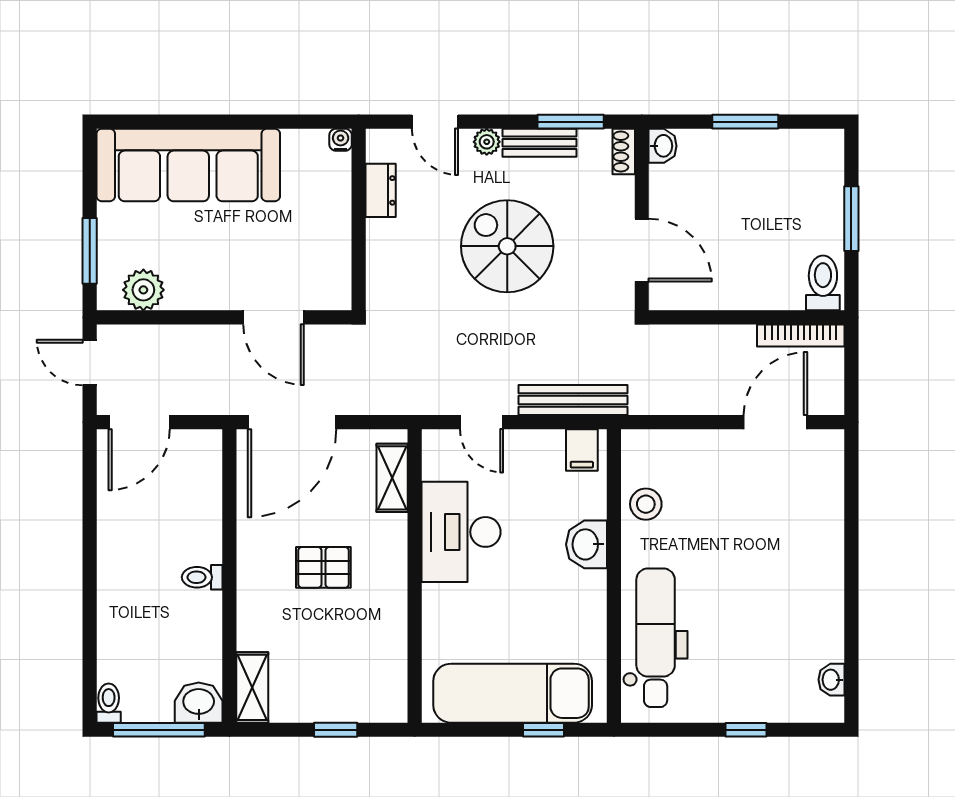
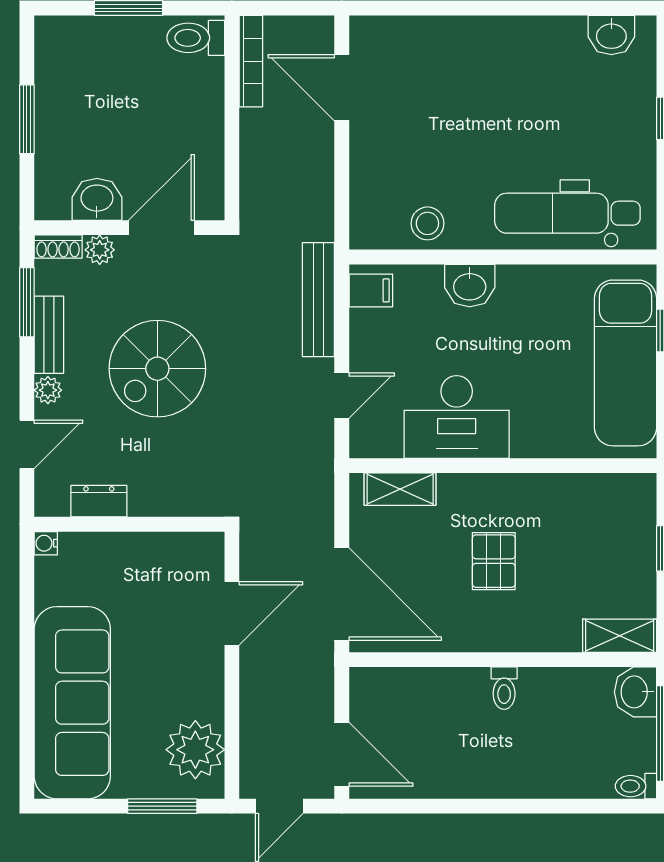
washbasin: (663, 146) -> (97, 199), moved, width x1.38, depth x1.45
plant: (621, 191) -> (100, 250), added
plant: (143, 290) -> (195, 750), width x1.36, depth x1.36
washbasin: (831, 680) -> (611, 35), width x1.38, depth x1.45

